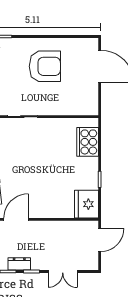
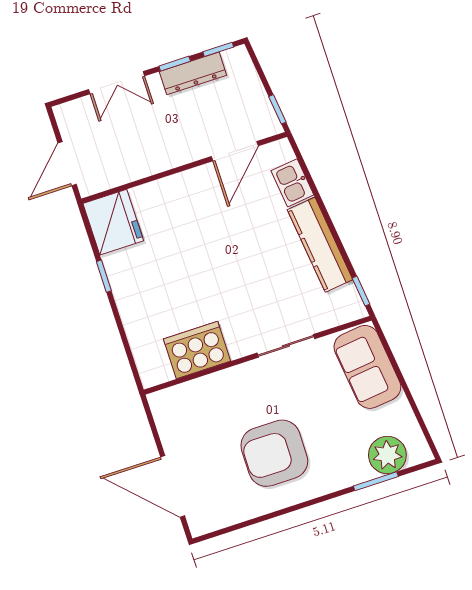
cooker: (88, 142) -> (197, 350), moved, turned -90
dresser: (19, 264) -> (193, 73), width x1.44
double door: (63, 271) -> (117, 83), swing flipped

